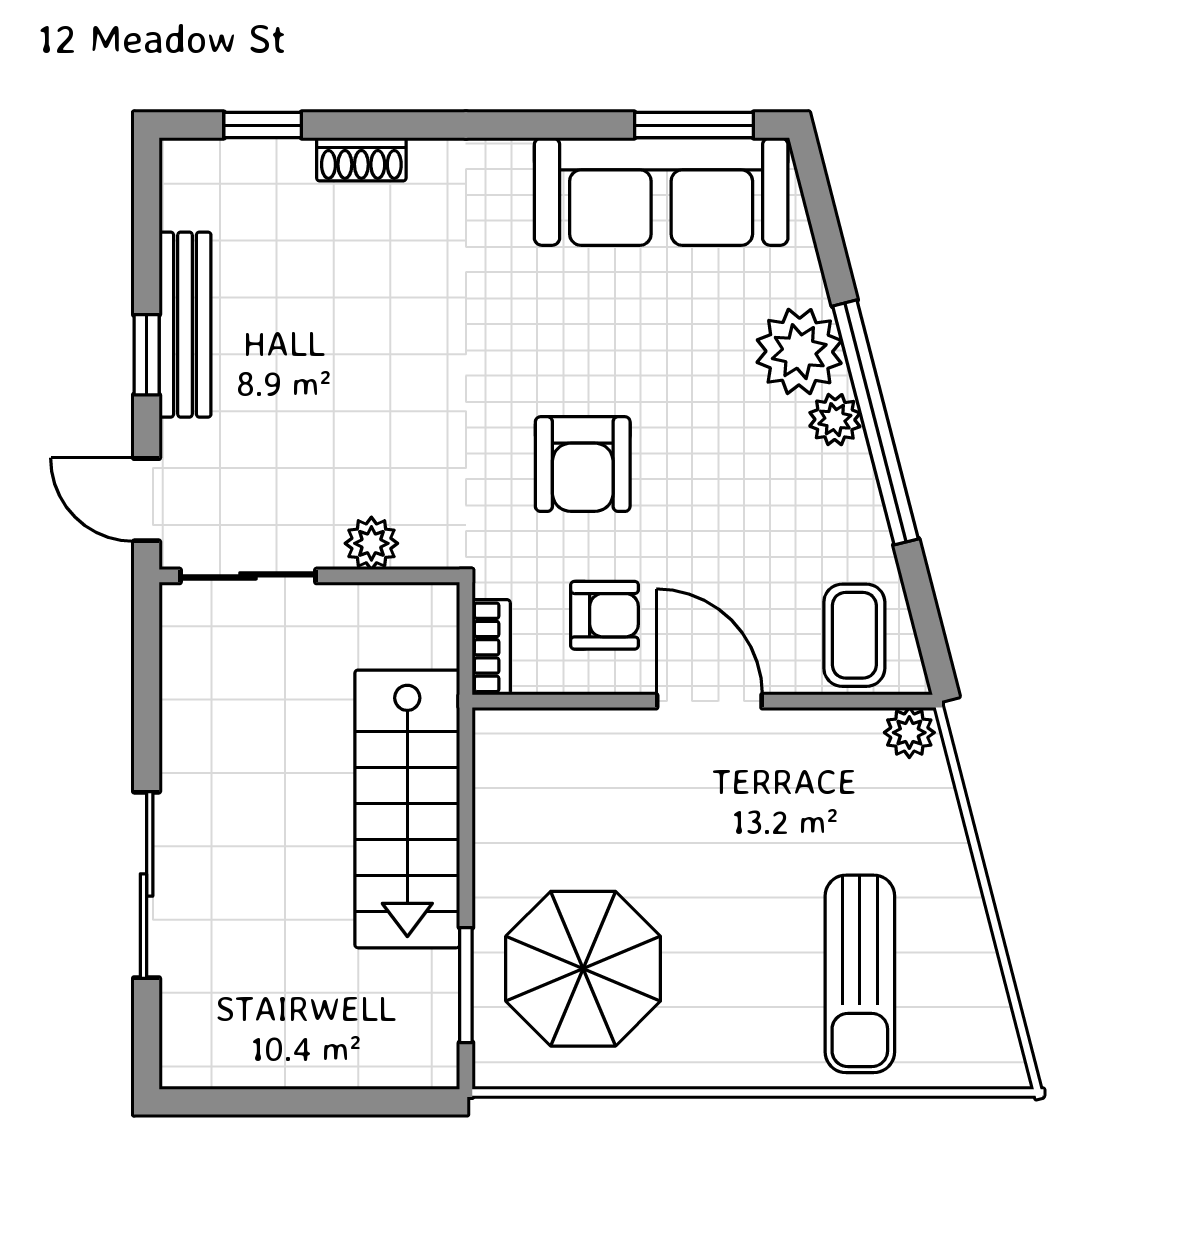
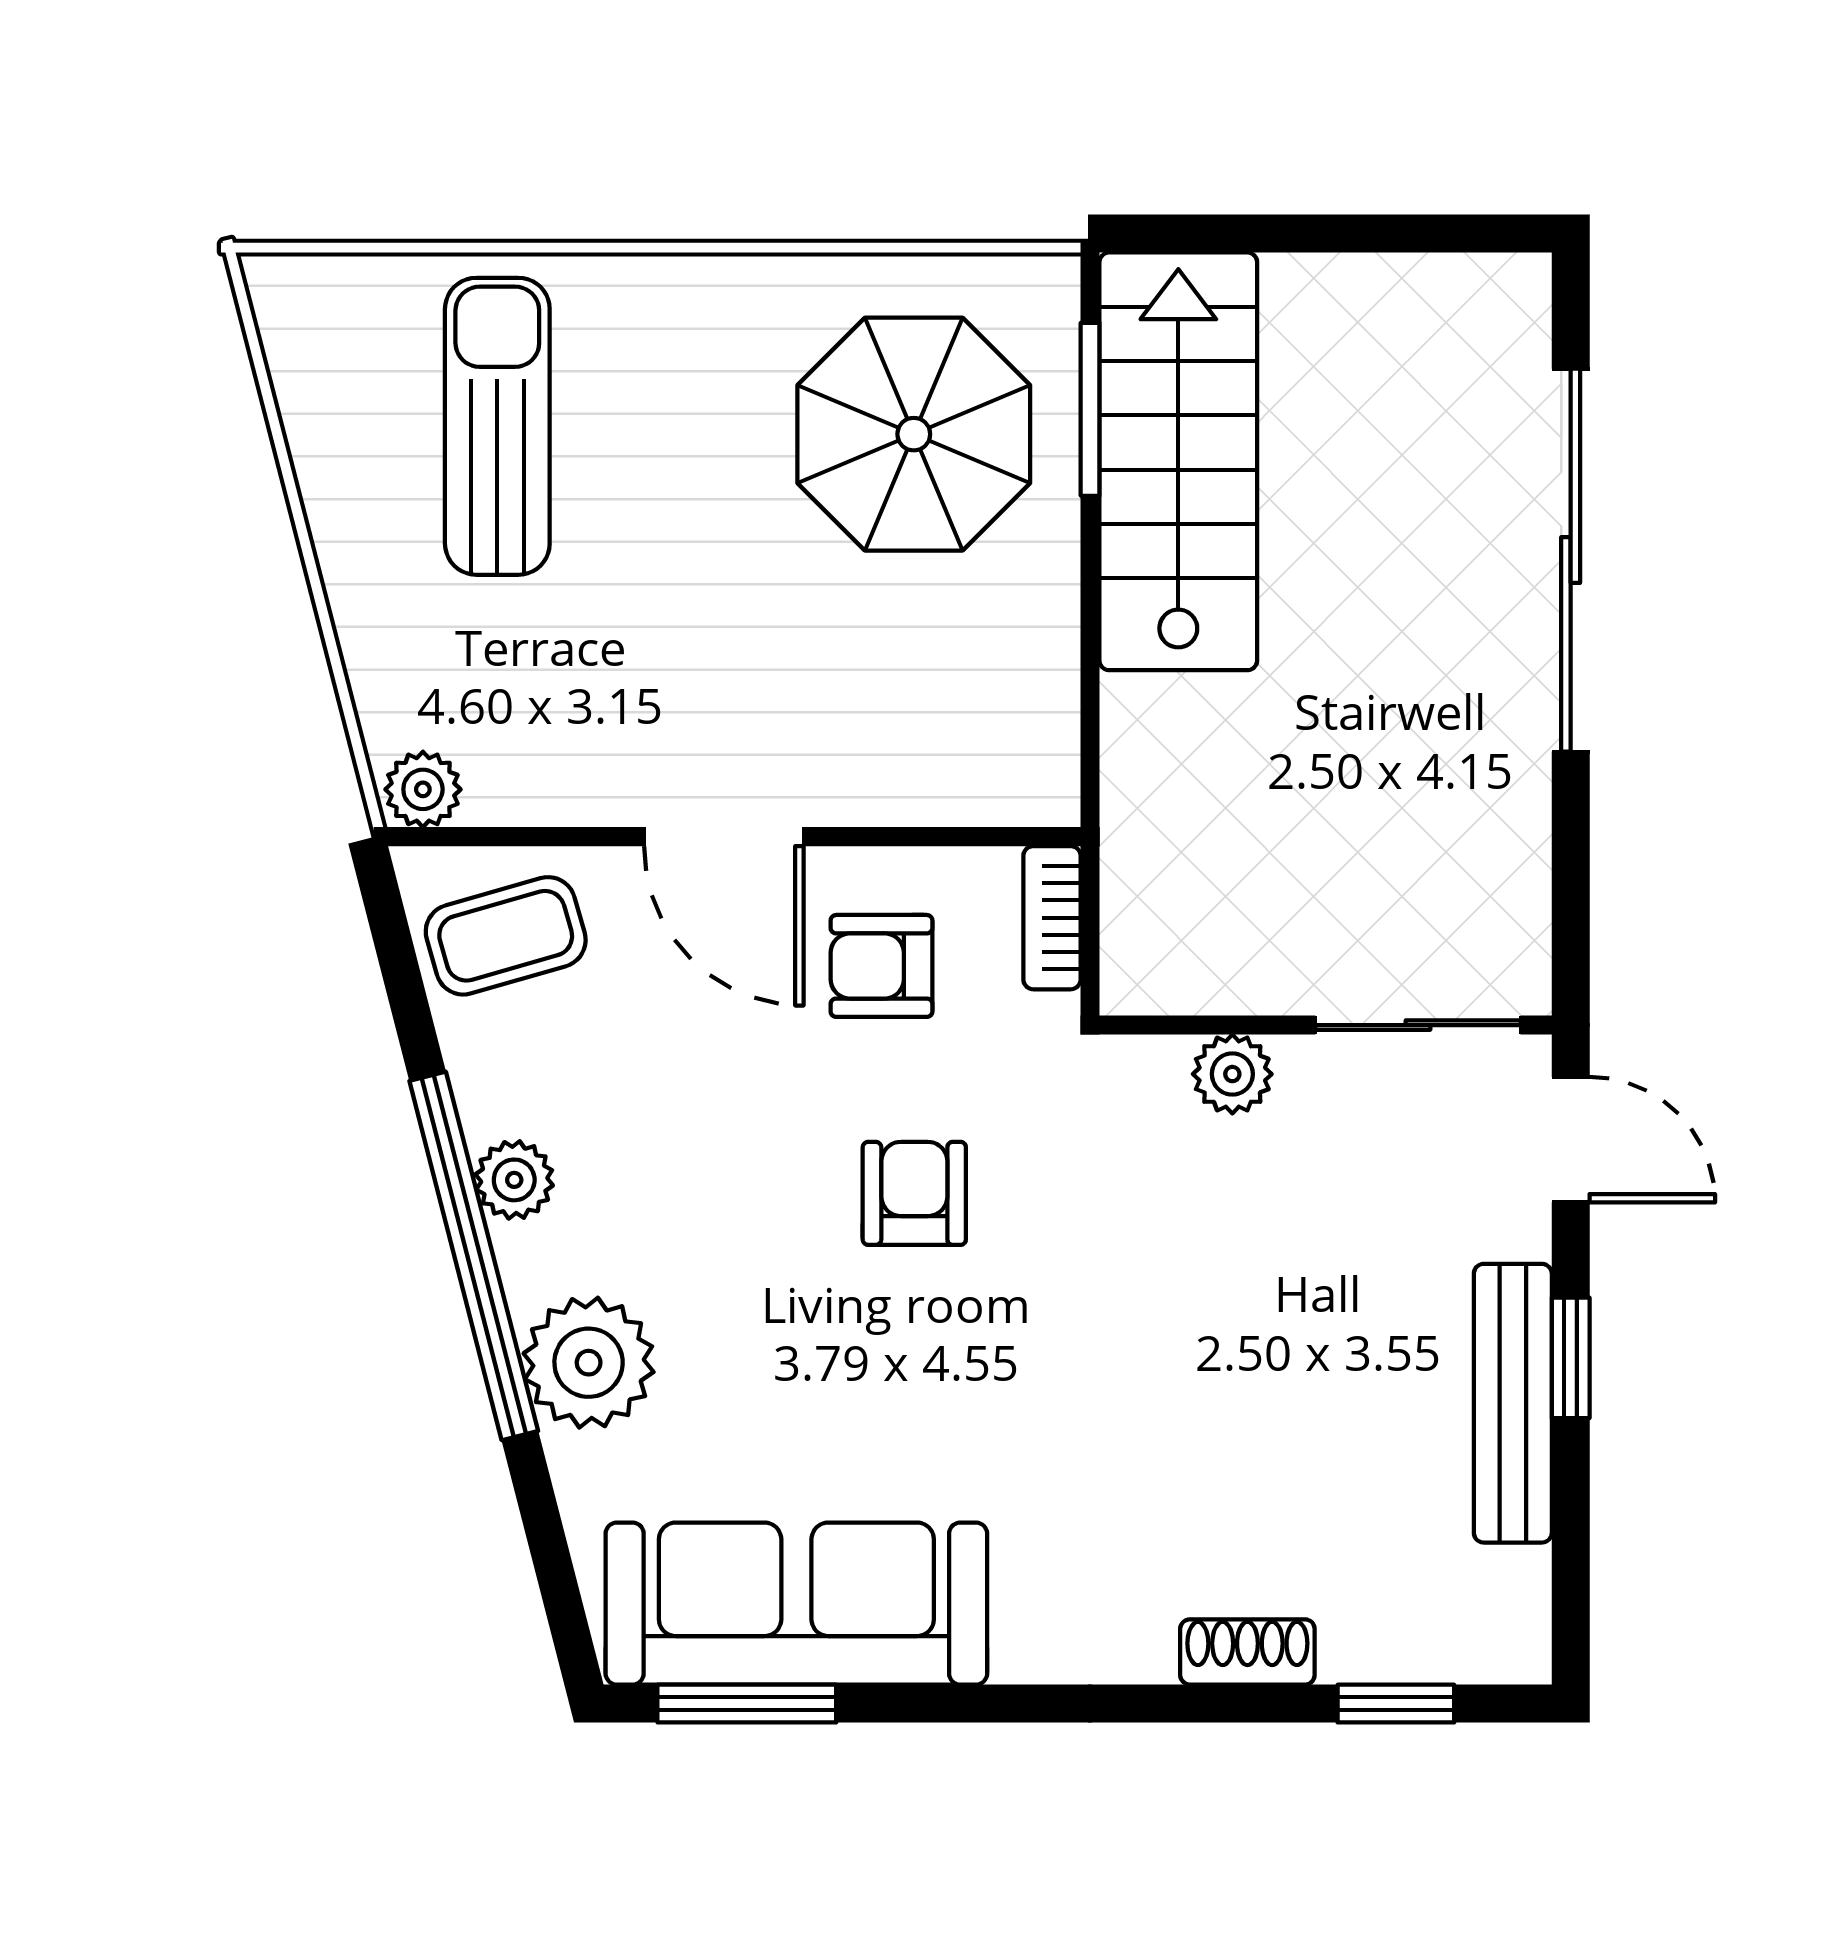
plant: (835, 420) -> (514, 1180), moved
armchair: (583, 464) -> (914, 1193), width x0.72, depth x0.72
coffee table: (854, 635) -> (506, 936), turned 74
stairs: (407, 809) -> (1178, 461), moved
sliding door: (147, 885) -> (1571, 560), width x1.36

